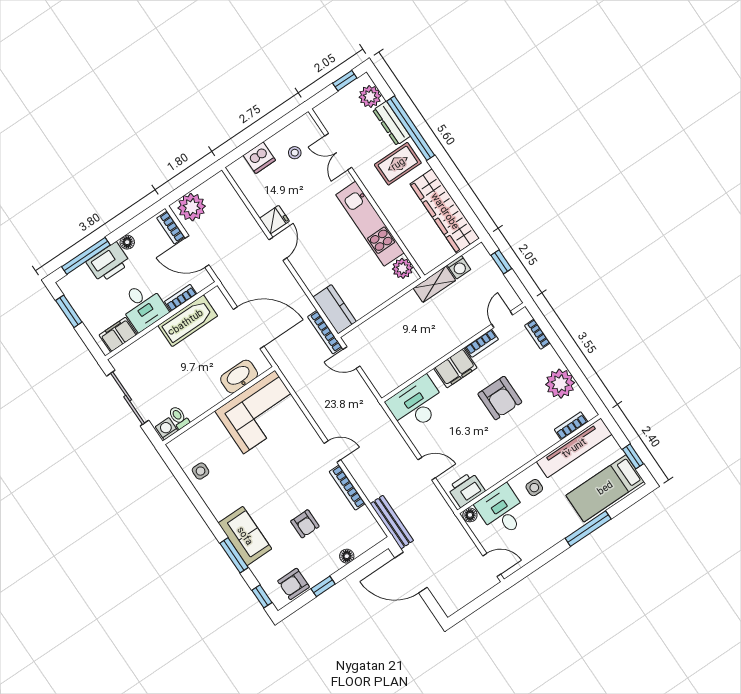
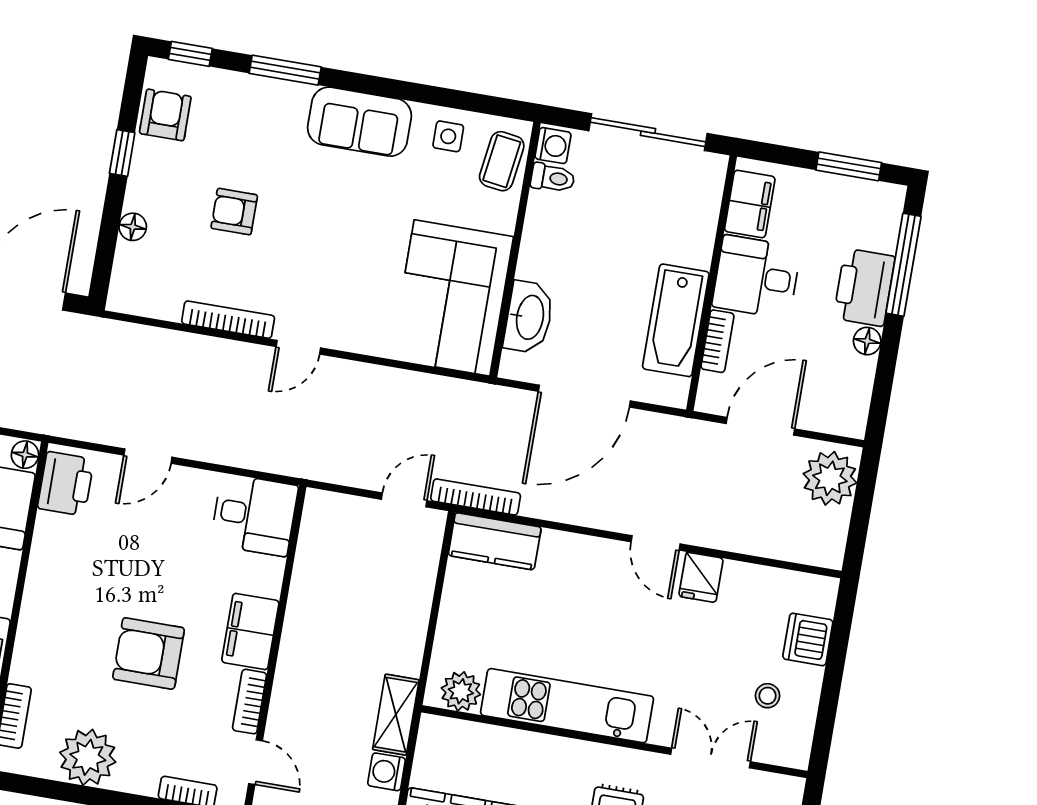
bookcase: (171, 228) -> (829, 422), removed
desk: (416, 404) -> (254, 515), width x0.73
coffee table: (191, 442) -> (502, 161), added
bench: (392, 522) -> (120, 336), removed
sofa: (245, 536) -> (360, 122), moved

